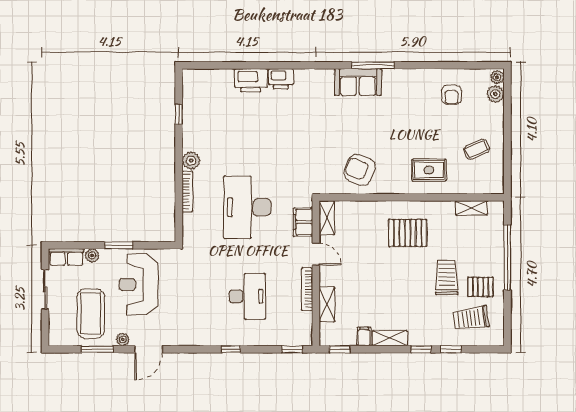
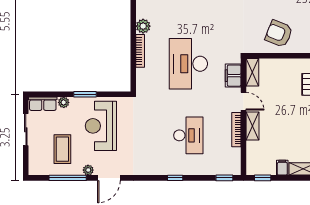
shelving: (327, 304) -> (252, 126), moved
coffee table: (91, 313) -> (62, 149), width x0.73, depth x0.76
window: (97, 349) -> (68, 178), width x1.44

